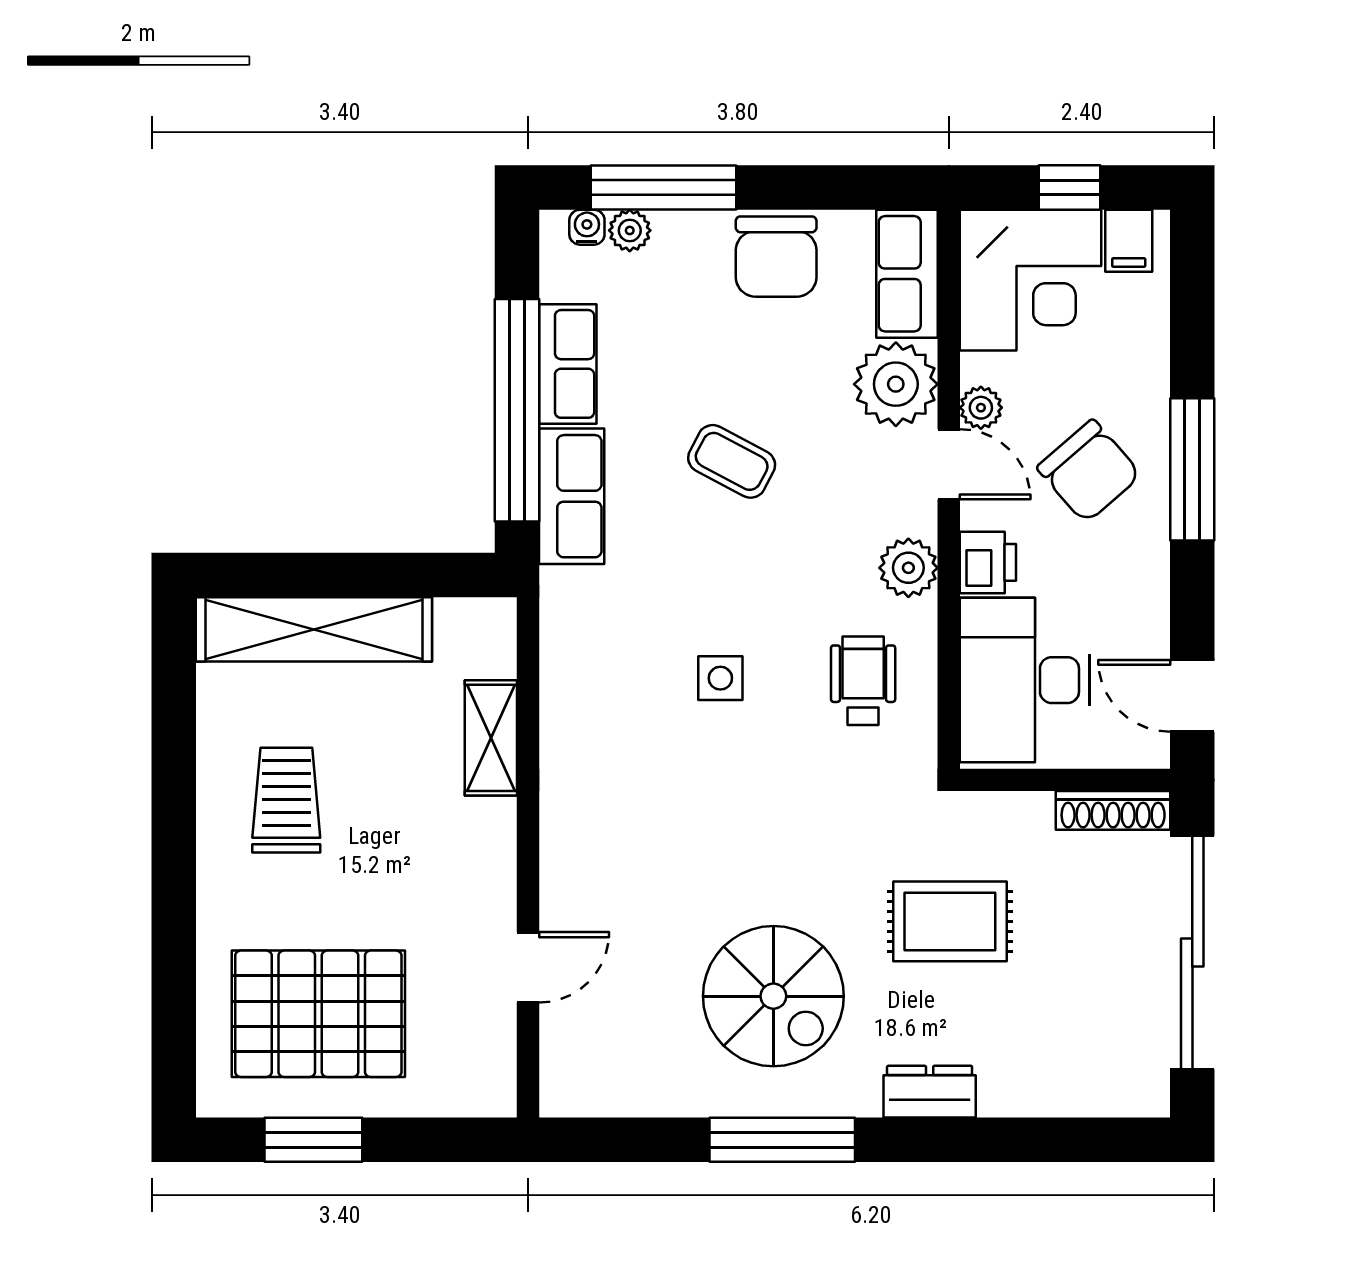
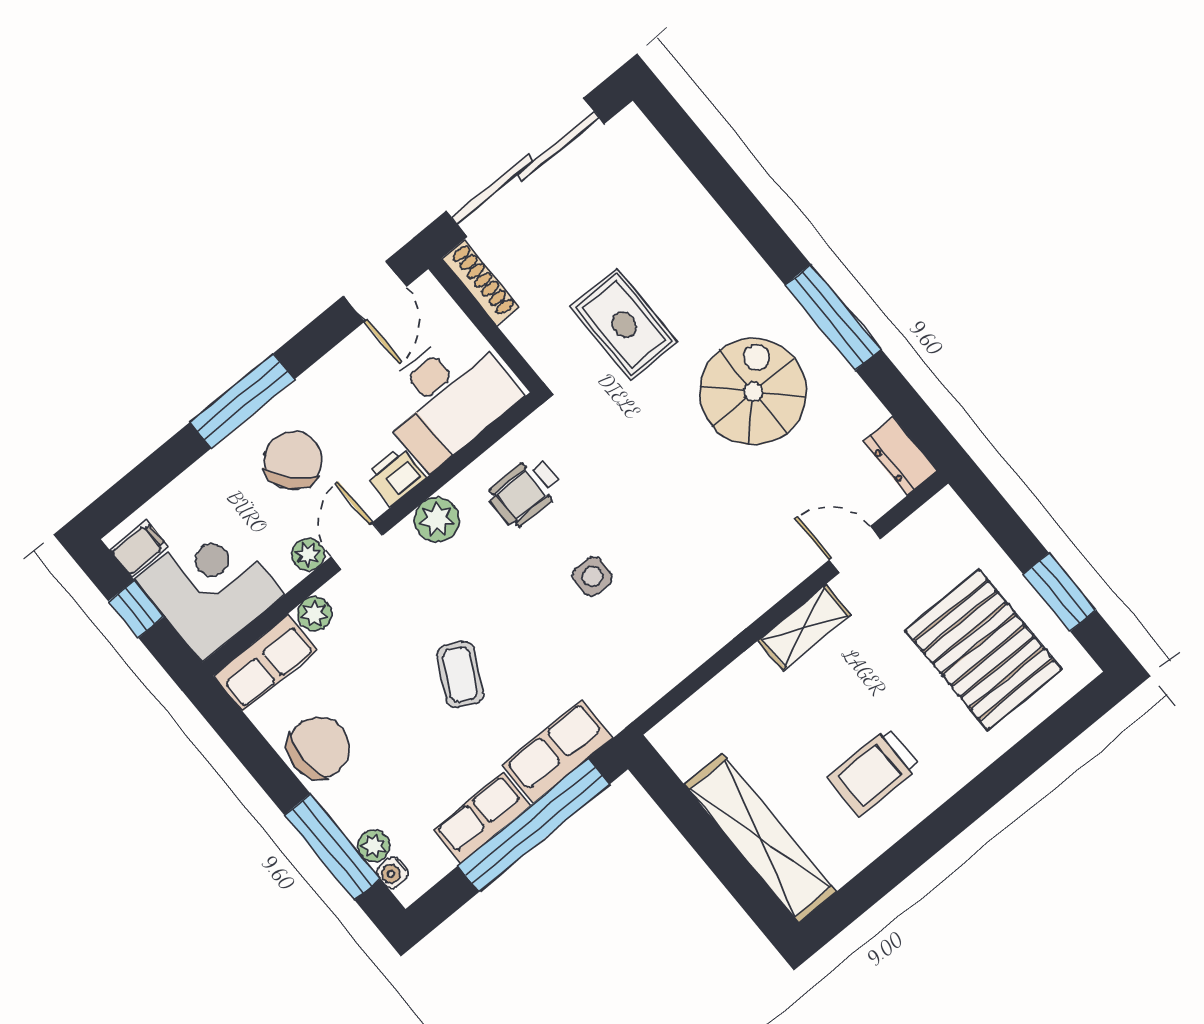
plant: (896, 384) -> (315, 614), width x0.53, depth x0.53
shelving: (491, 738) -> (804, 628), moved
dresser: (930, 1092) -> (900, 456), moved

